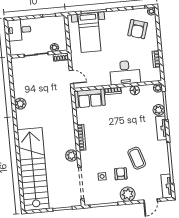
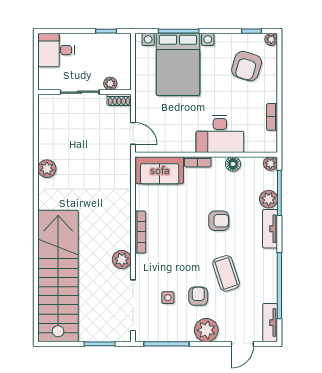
bed with nightstands: (89, 32) -> (178, 64), width x1.36
armchair: (129, 126) -> (219, 221), added

